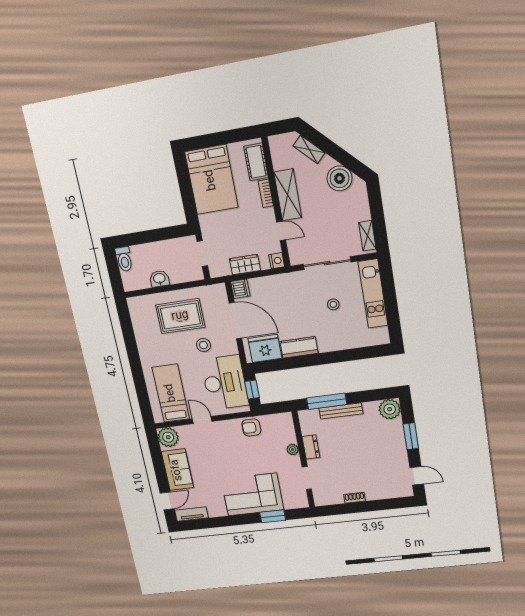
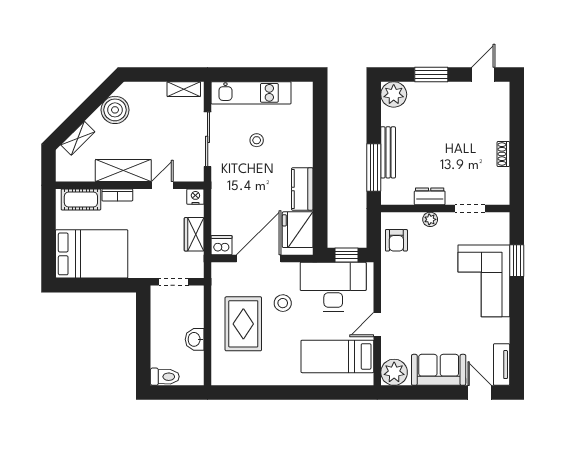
armchair: (251, 427) -> (396, 240), moved

